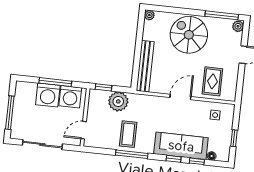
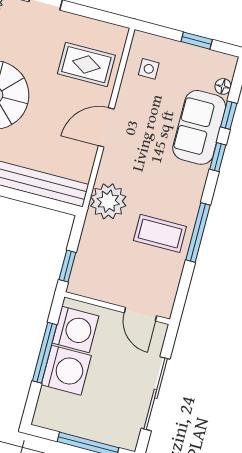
door: (180, 97) -> (106, 127), hinge flipped
plant: (118, 101) -> (108, 201), moved
sofa: (181, 146) -> (199, 127), width x0.73

